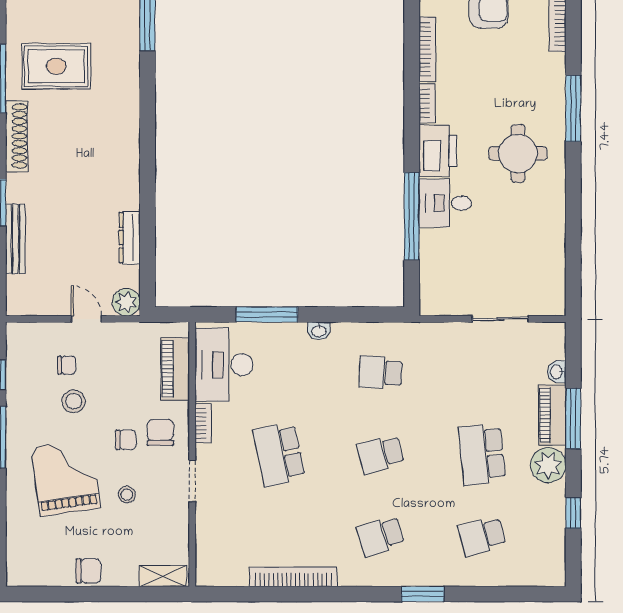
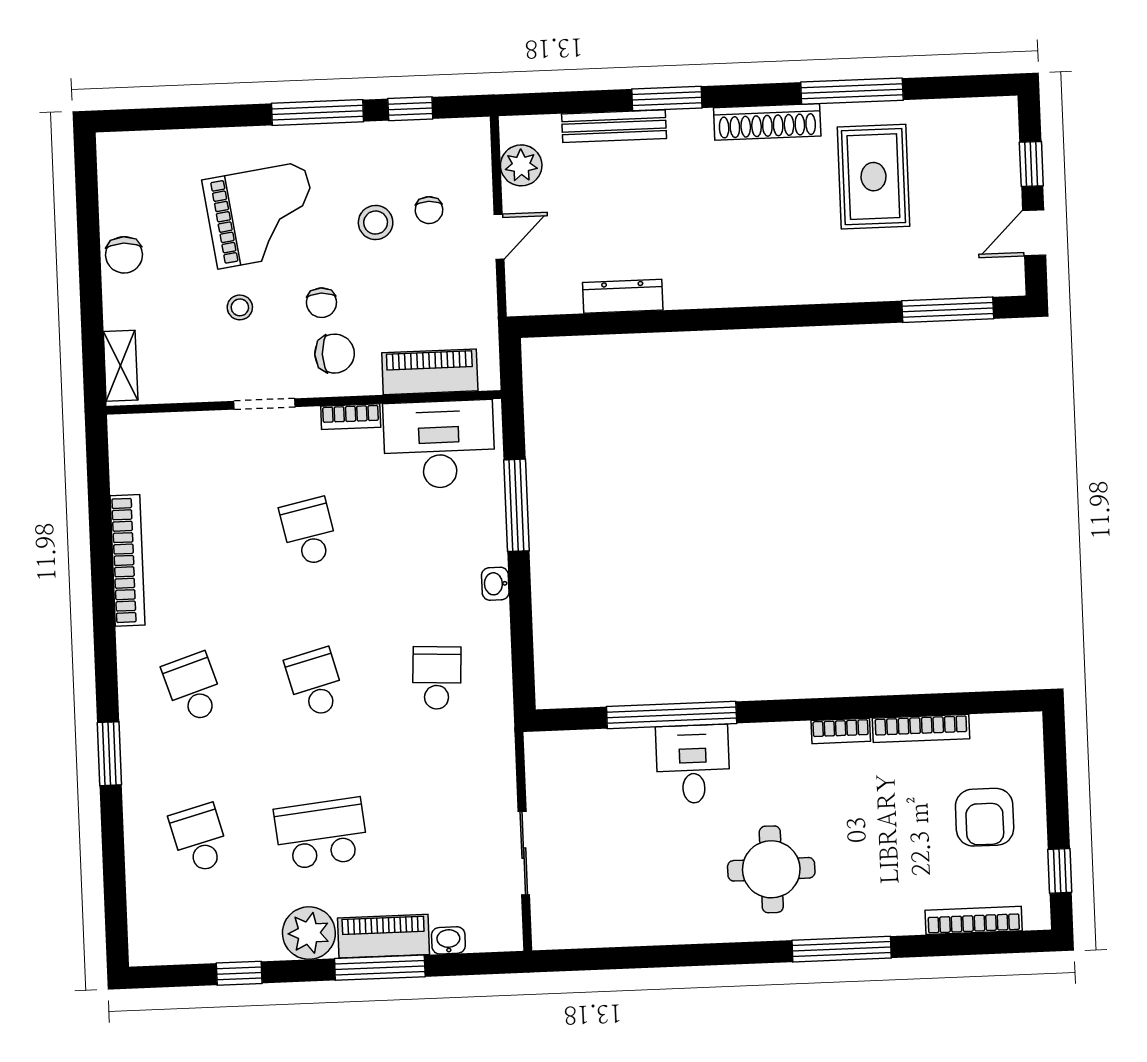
printer: (438, 151) -> (770, 750), removed
plant: (126, 302) -> (521, 165), moved
school desk: (279, 454) -> (309, 532), width x0.54

